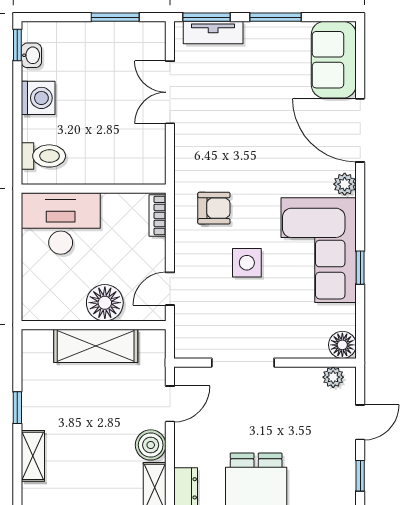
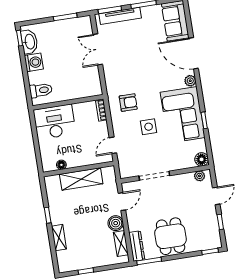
tv unit: (213, 33) -> (120, 16), width x1.41
washbasin: (31, 55) -> (29, 42), width x1.91, depth x1.45
floor lamp: (105, 303) -> (61, 165), moved, width x0.53, depth x0.53

